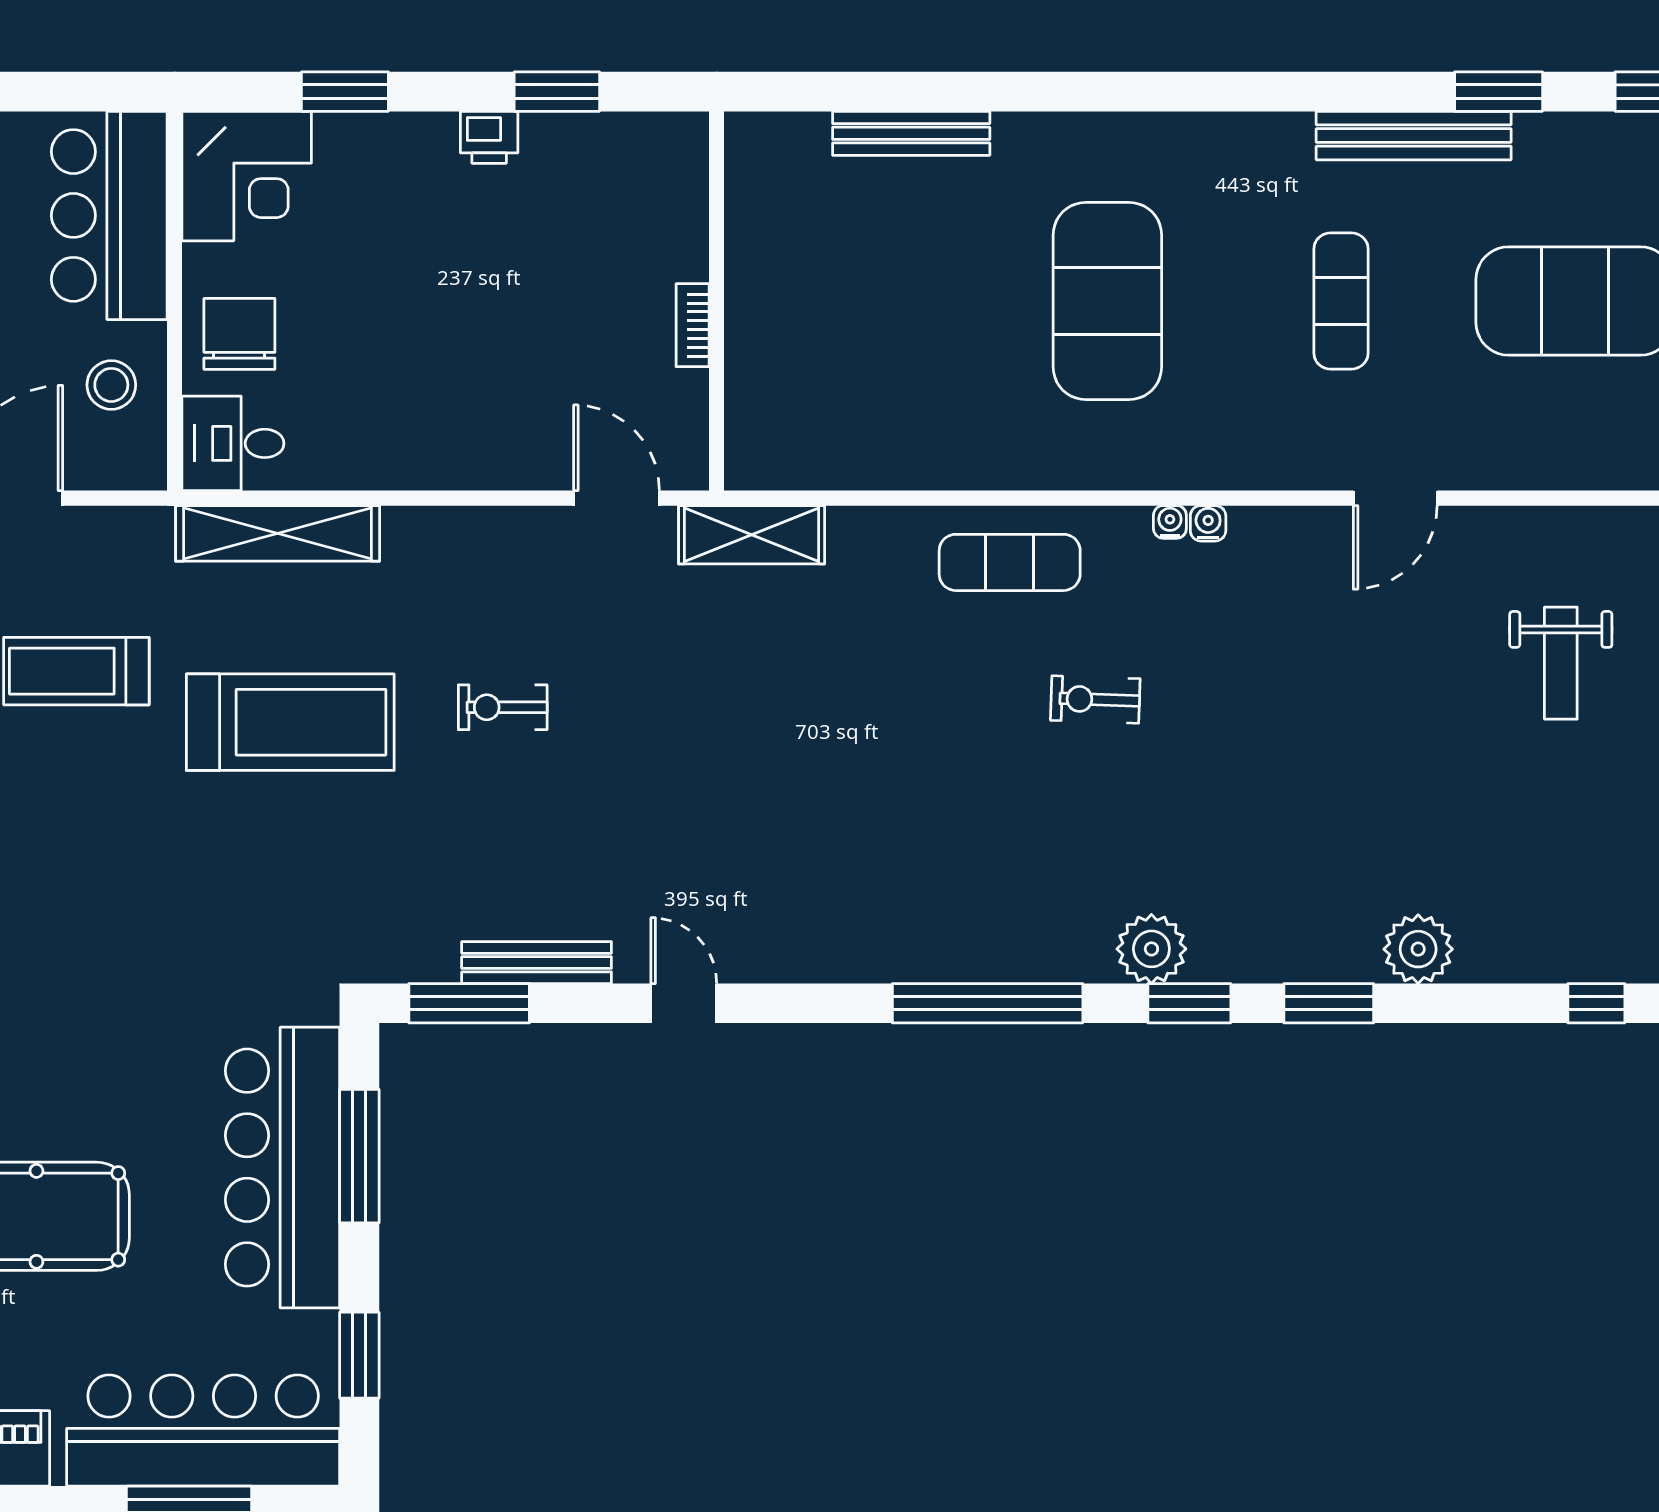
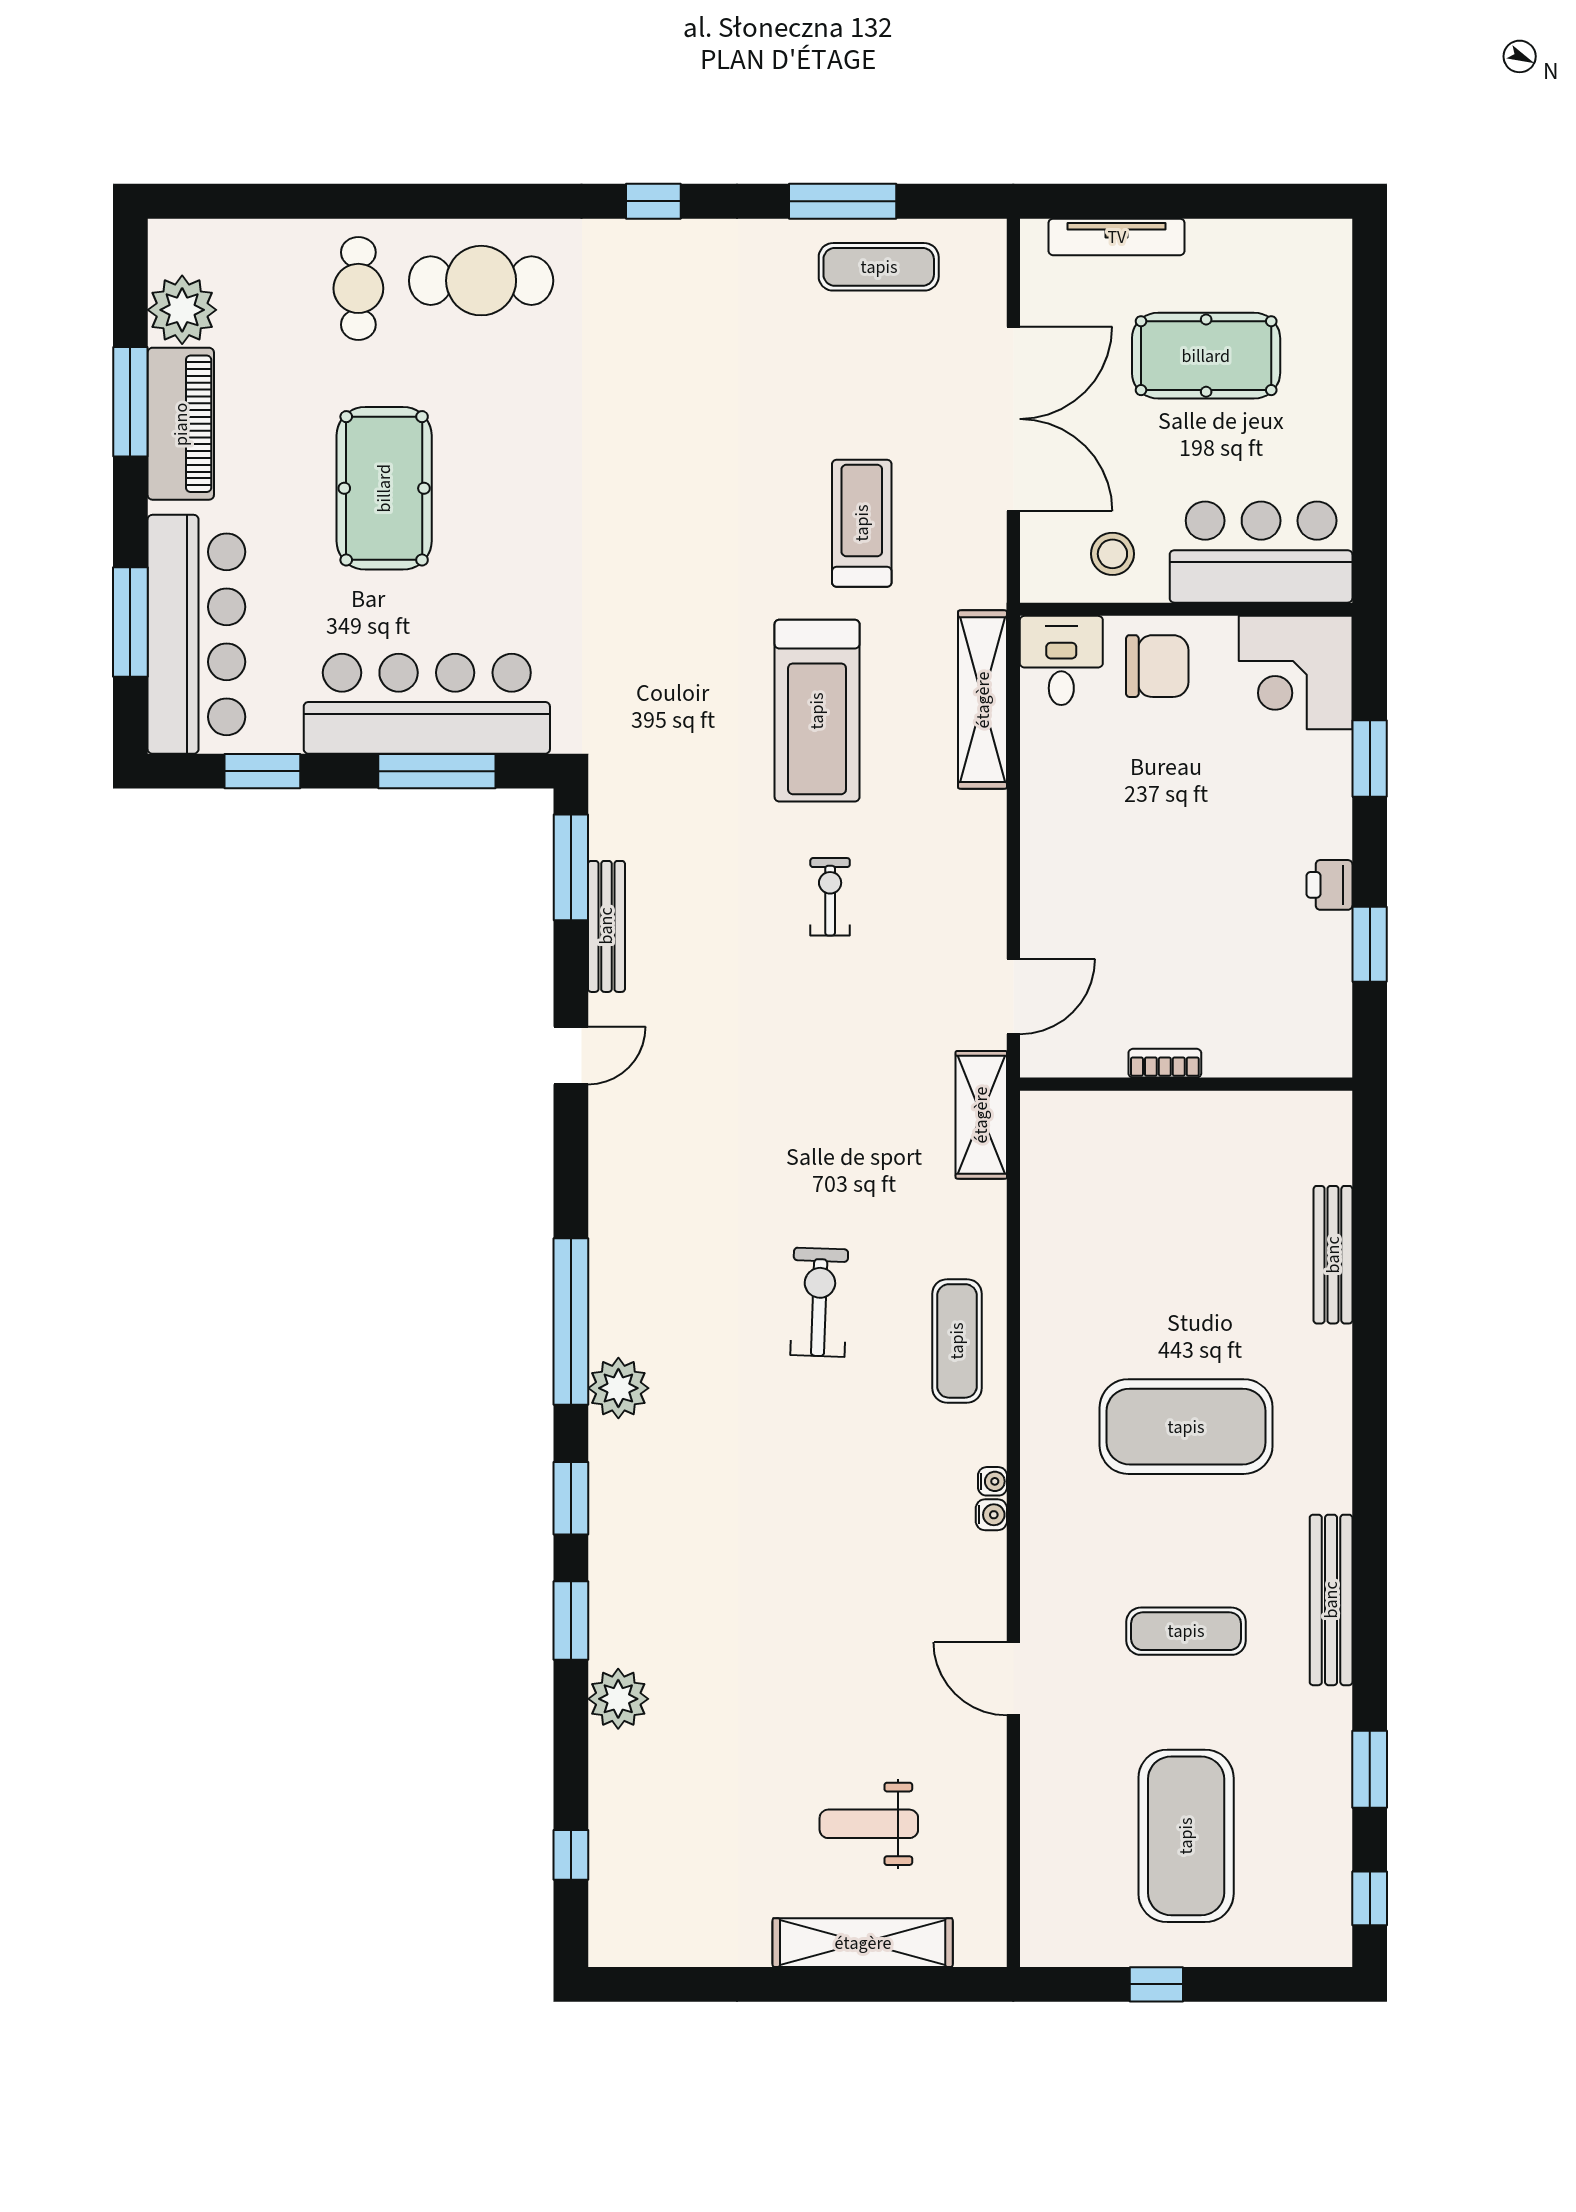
bench: (1414, 136) -> (1331, 1600), moved
exercise bike: (1095, 700) -> (819, 1302), moved, width x1.38, depth x1.39
plant: (1151, 949) -> (618, 1388), moved

